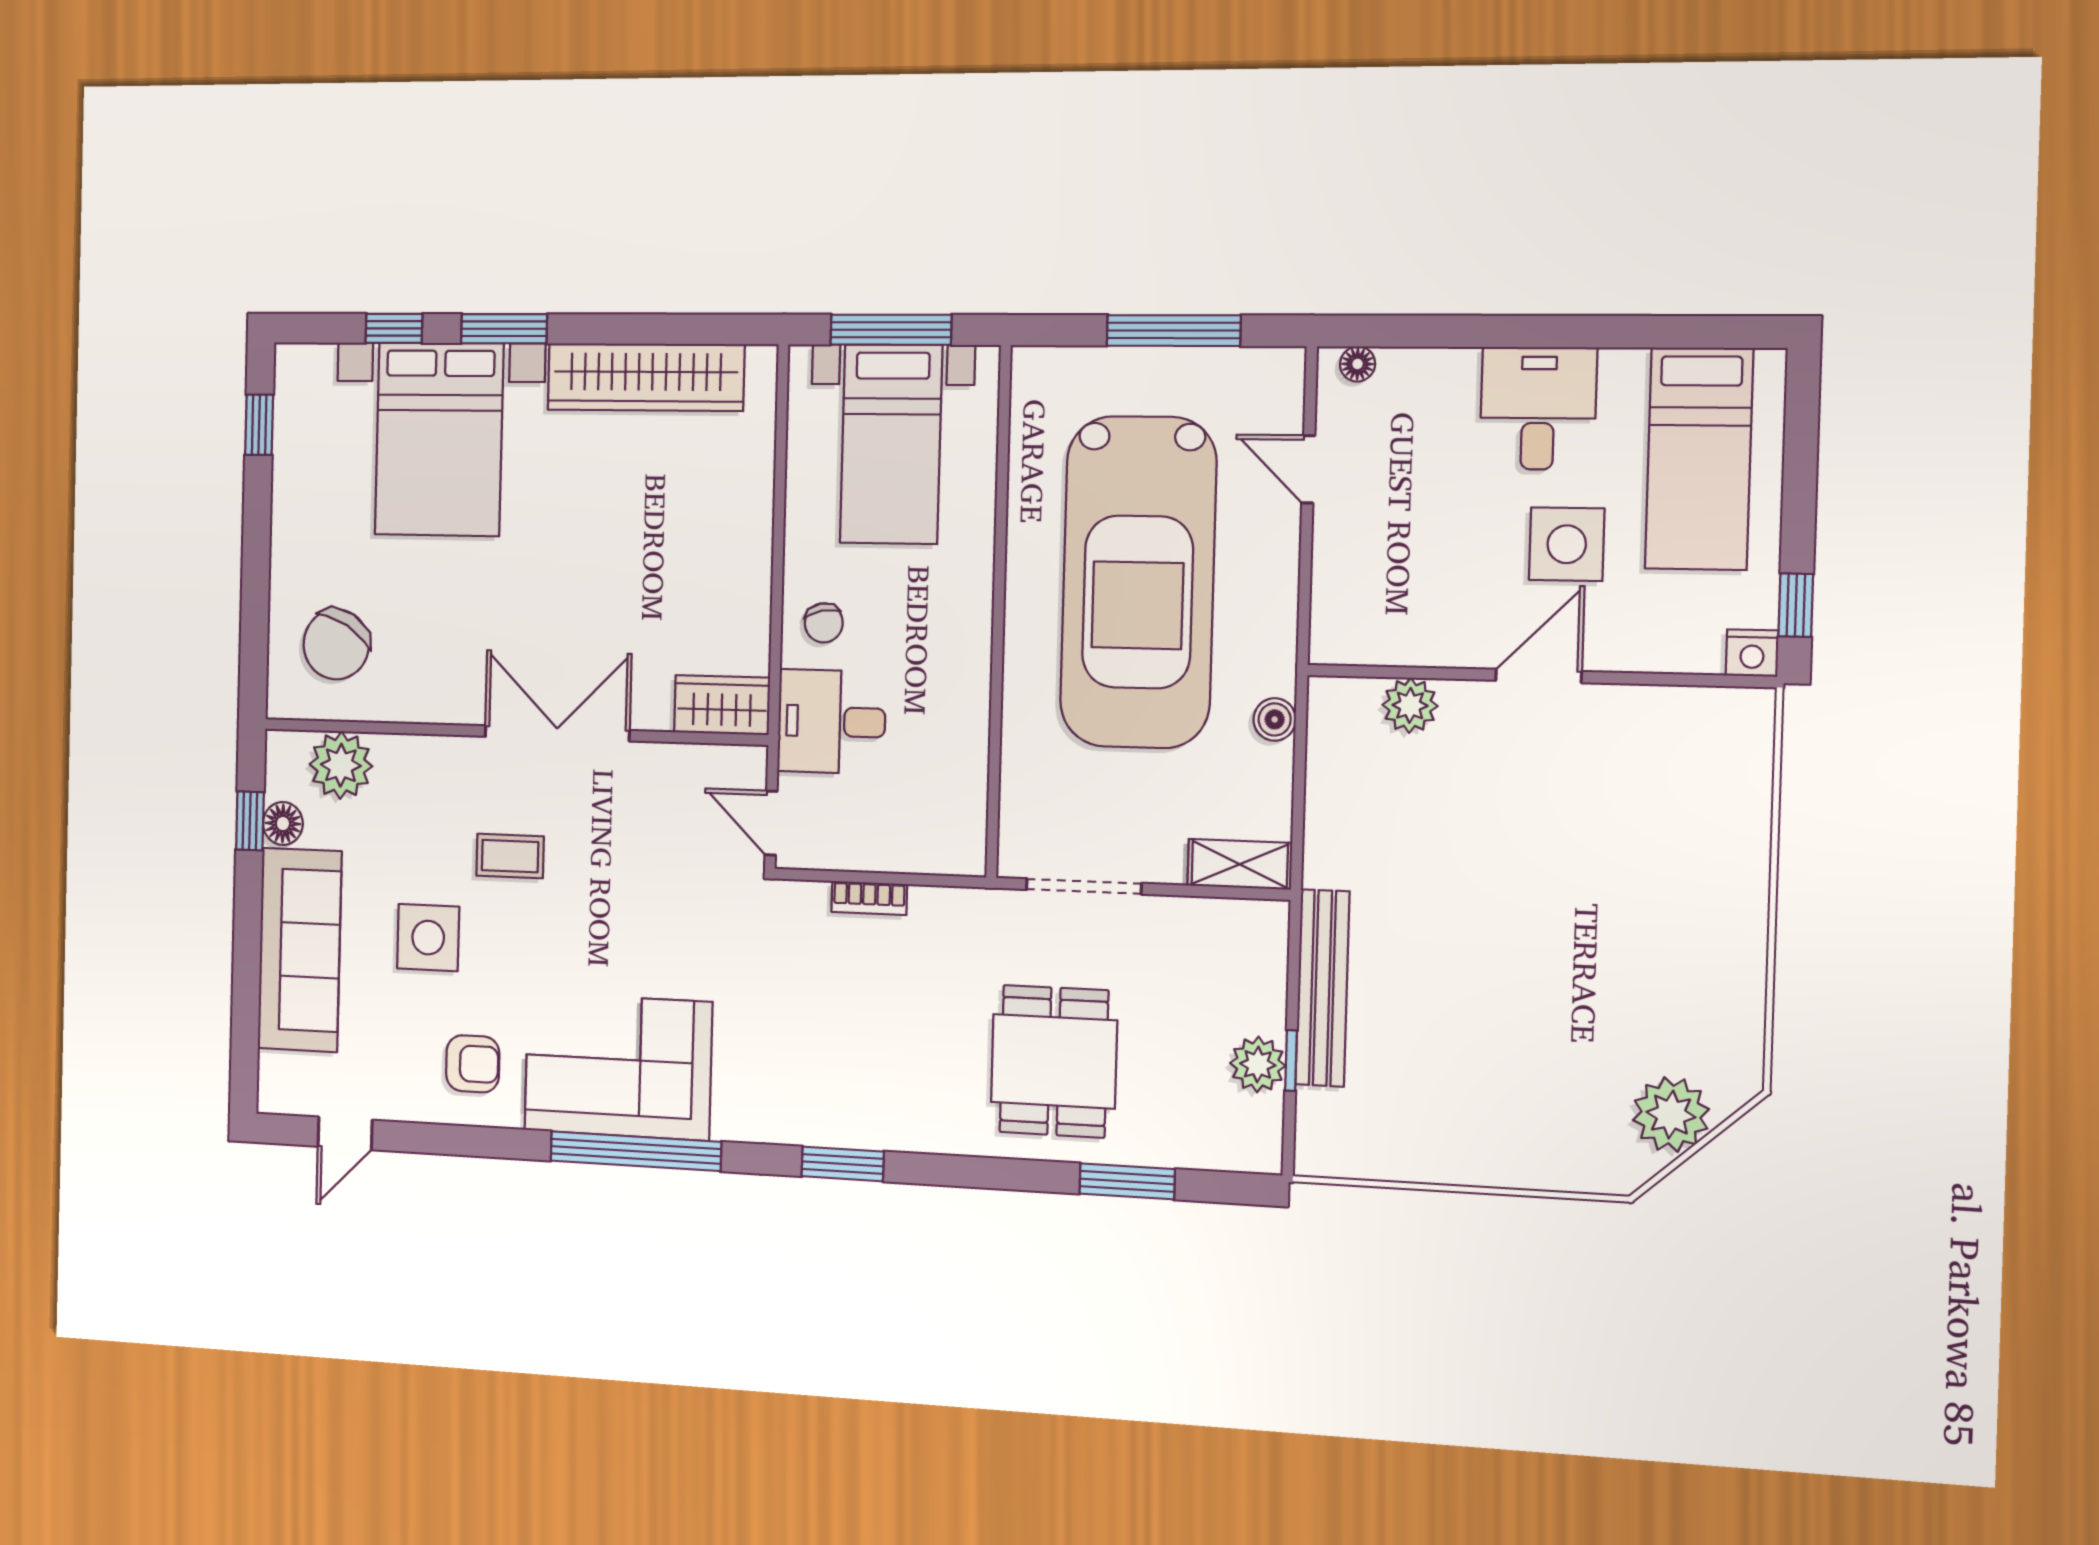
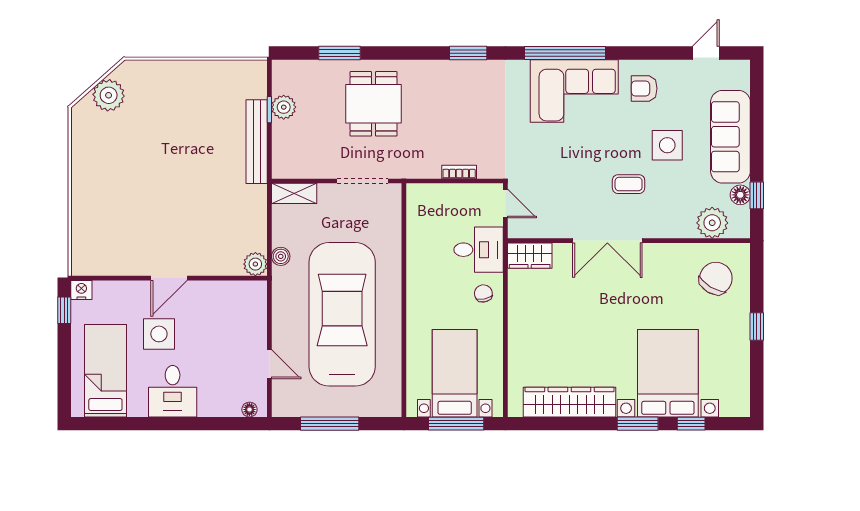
window: (259, 425) -> (757, 326), moved
plant: (1410, 705) -> (255, 264), moved

